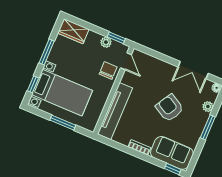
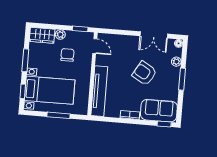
plant: (106, 42) -> (60, 35), moved
chair: (108, 70) -> (67, 55), moved

